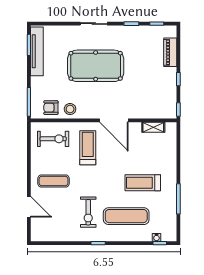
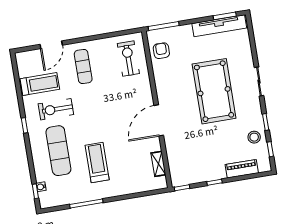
stool: (70, 109) -> (254, 137), moved
exercise bike: (53, 139) -> (128, 59), turned 180
treadmill: (88, 148) -> (40, 84), moved

